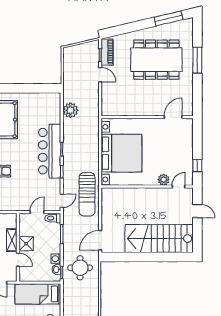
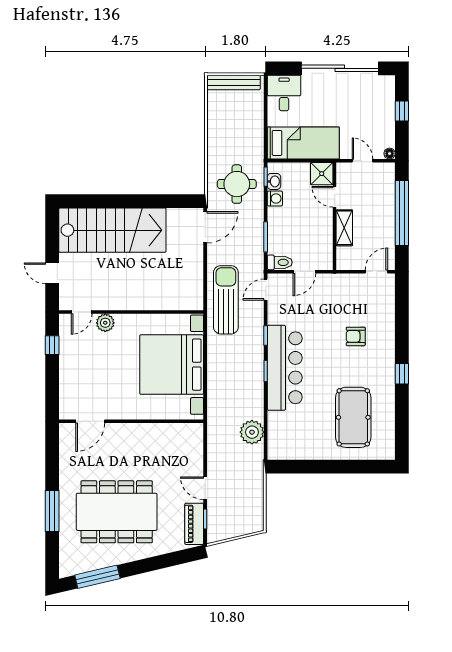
shower: (26, 244) -> (322, 174), moved

